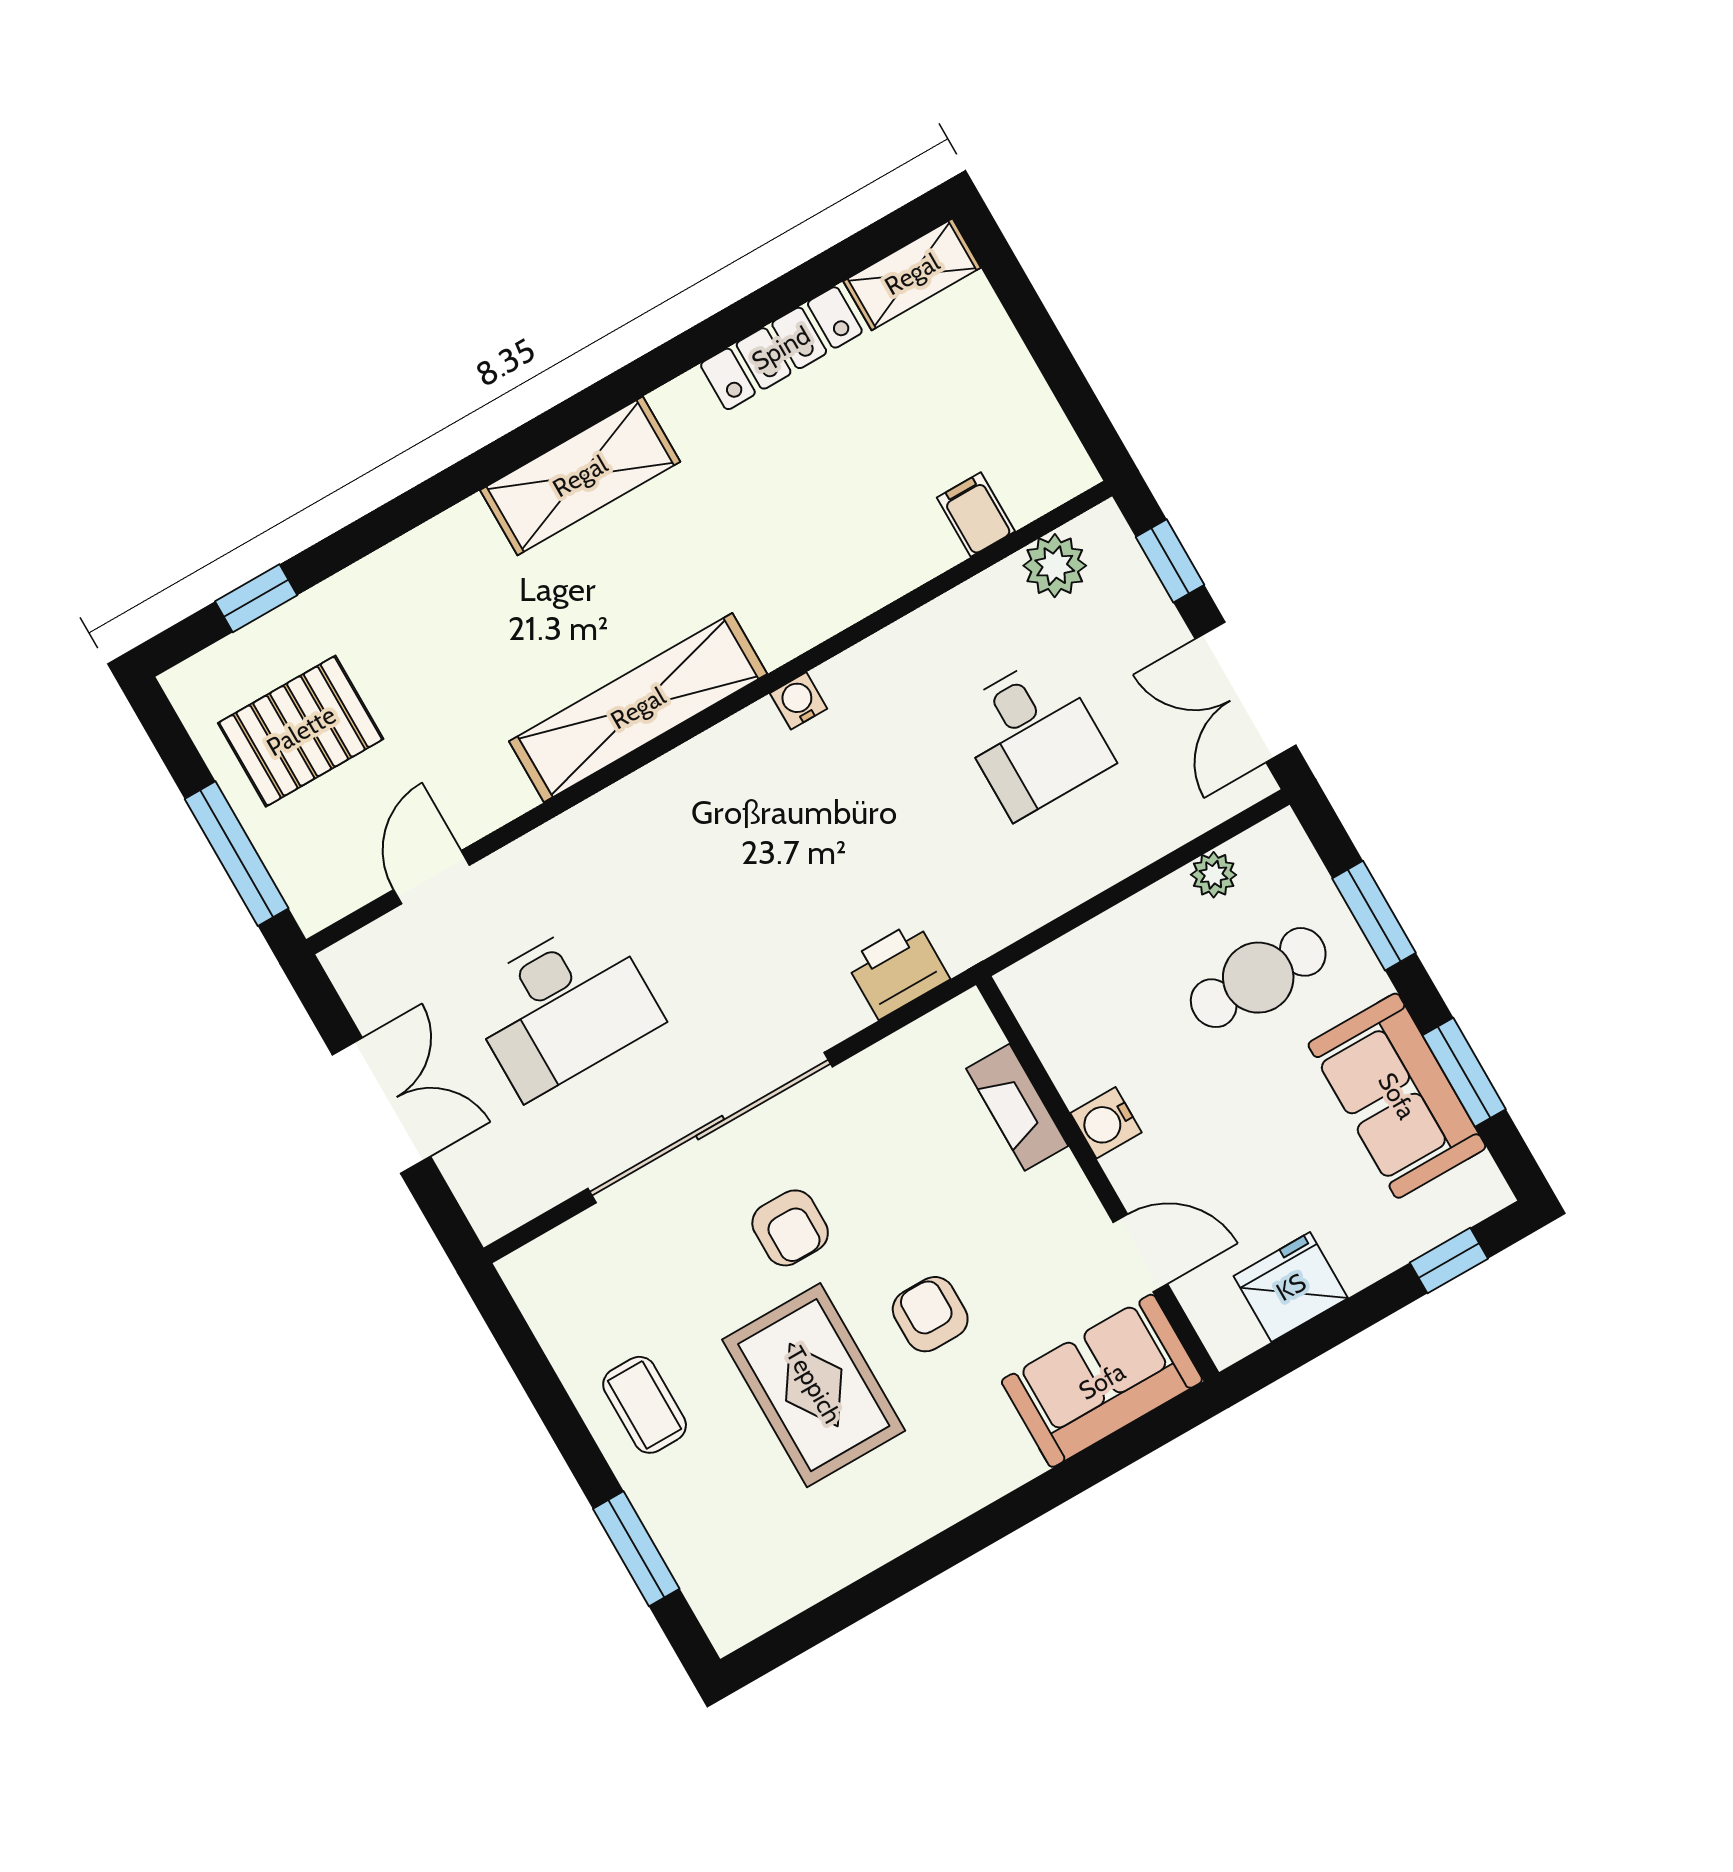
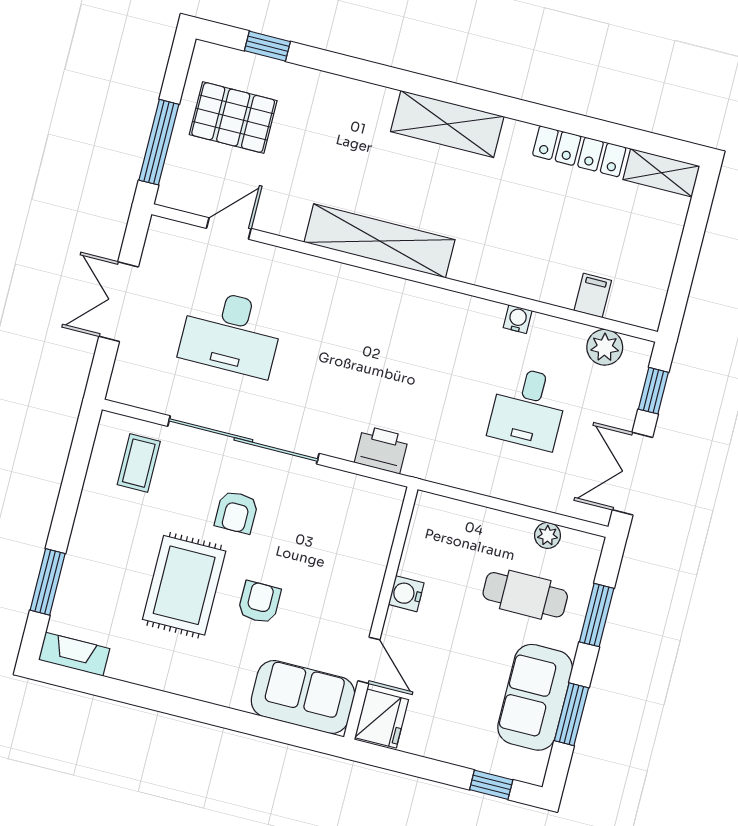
water cooler: (799, 701) -> (518, 319), moved
double door: (381, 1106) -> (119, 302), swing flipped
fireplace: (1017, 1107) -> (74, 654), moved, turned 90
fridge: (1291, 1287) -> (382, 719), moved, turned 90
coffee table: (645, 1405) -> (139, 463), moved

